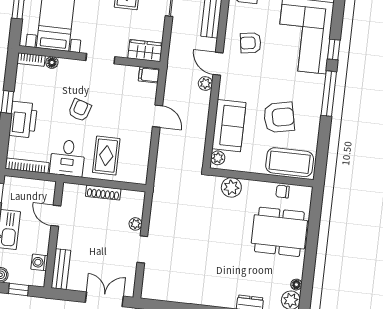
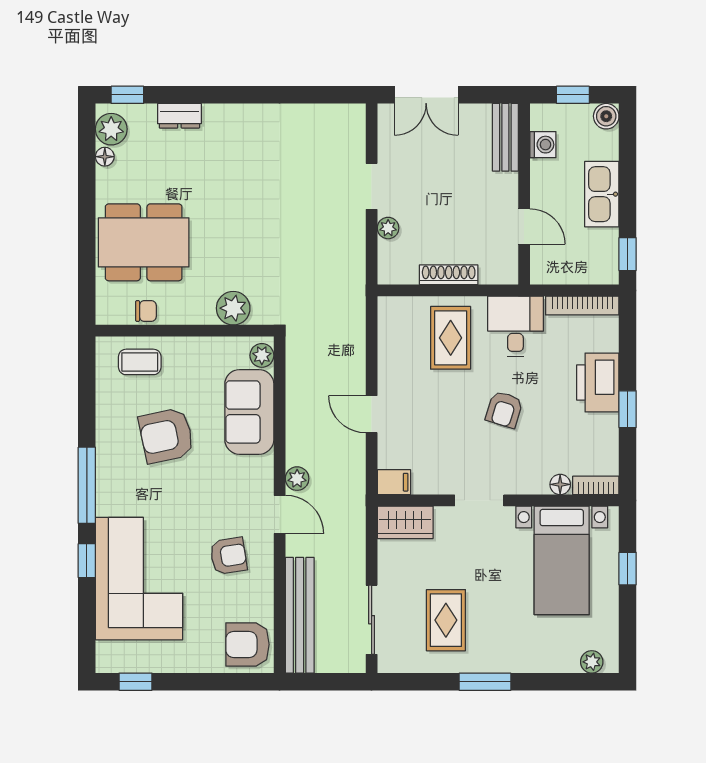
coffee table: (290, 162) -> (140, 362), width x0.54, depth x0.58

